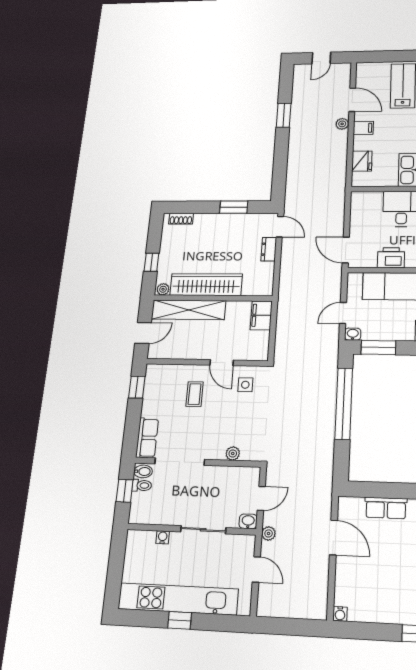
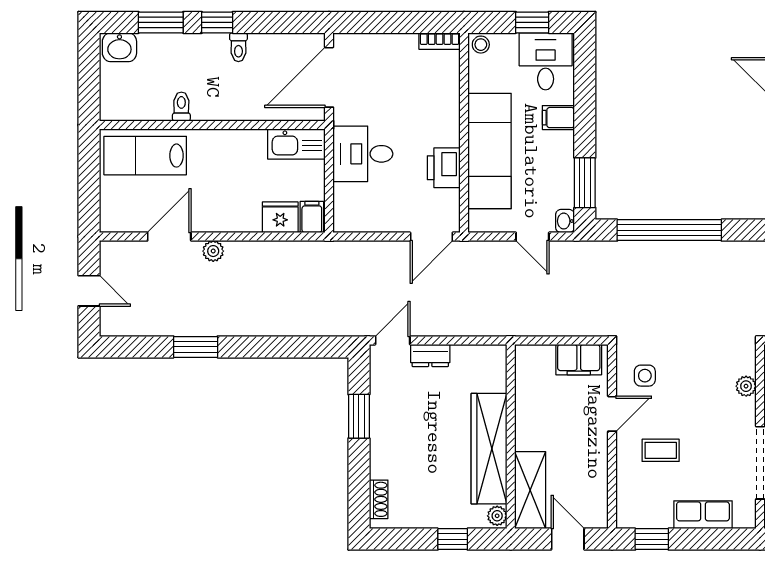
filing cabinet: (363, 128) -> (312, 217), moved
shelving: (189, 310) -> (530, 490), width x0.68
filing cabinet: (261, 315) -> (579, 360), moved
row of seats: (147, 438) -> (703, 515), moved

